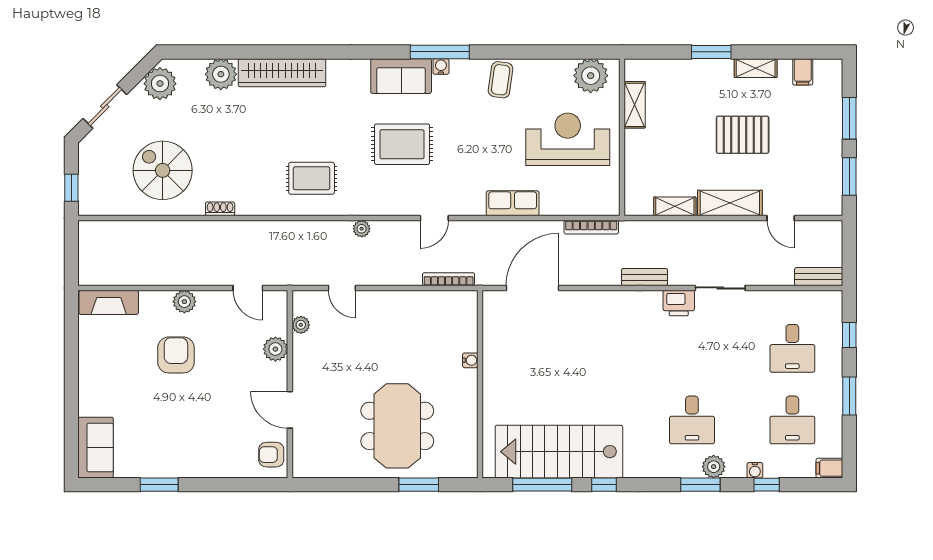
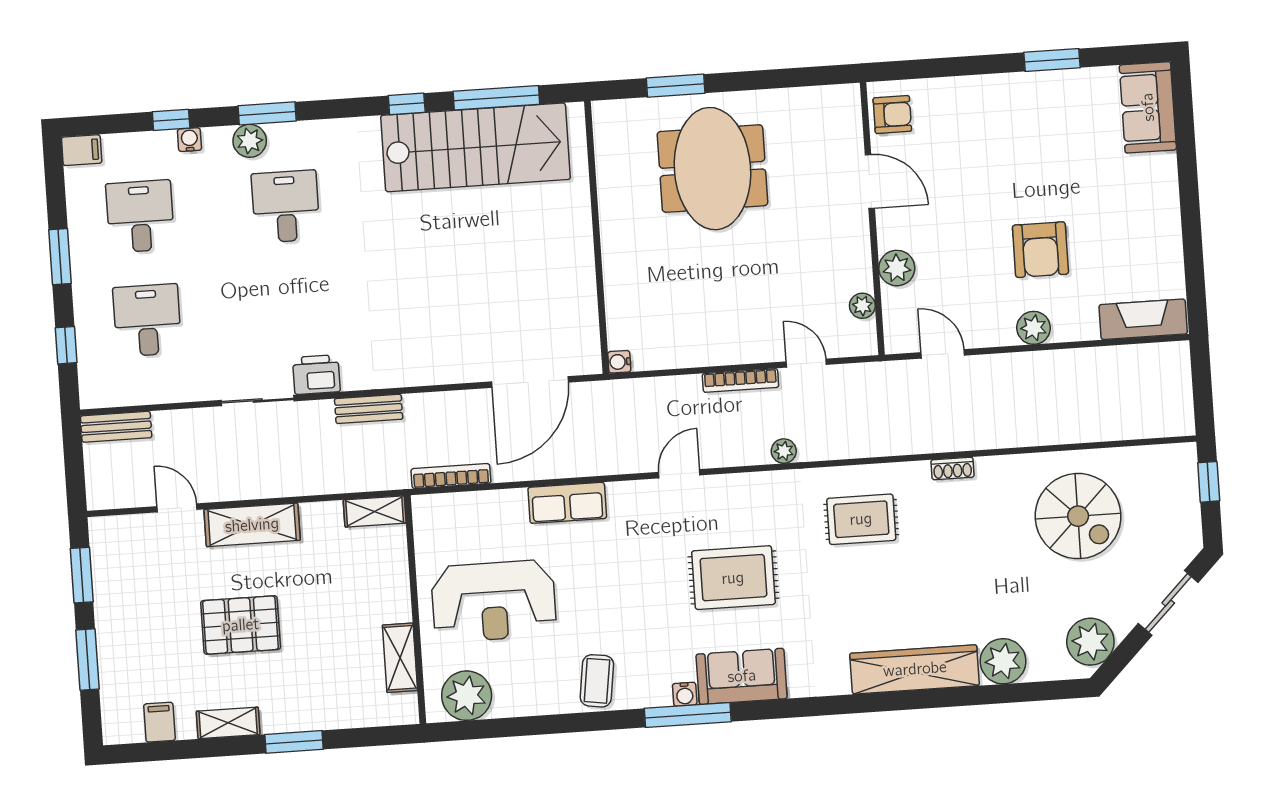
shelving: (675, 206) -> (375, 511), moved
shoe rack: (220, 209) -> (952, 468), moved
bookcase: (449, 279) -> (740, 380), moved
water cooler: (470, 360) -> (619, 362), moved

